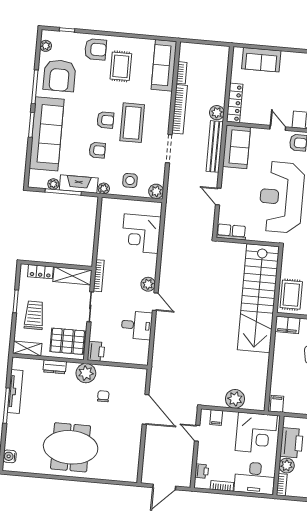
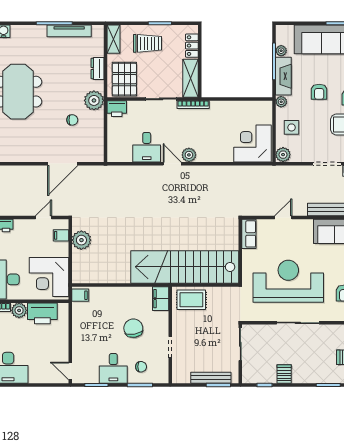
corner desk: (141, 234) -> (252, 143), moved
door: (155, 302) -> (172, 164), swing flipped
plant: (235, 399) -> (81, 240), moved

